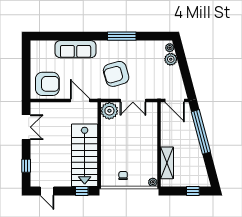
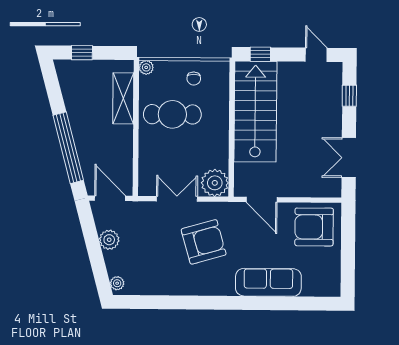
window: (122, 36) -> (194, 303), removed
plant: (171, 59) -> (109, 240), moved
cafe table: (136, 153) -> (172, 114), added

